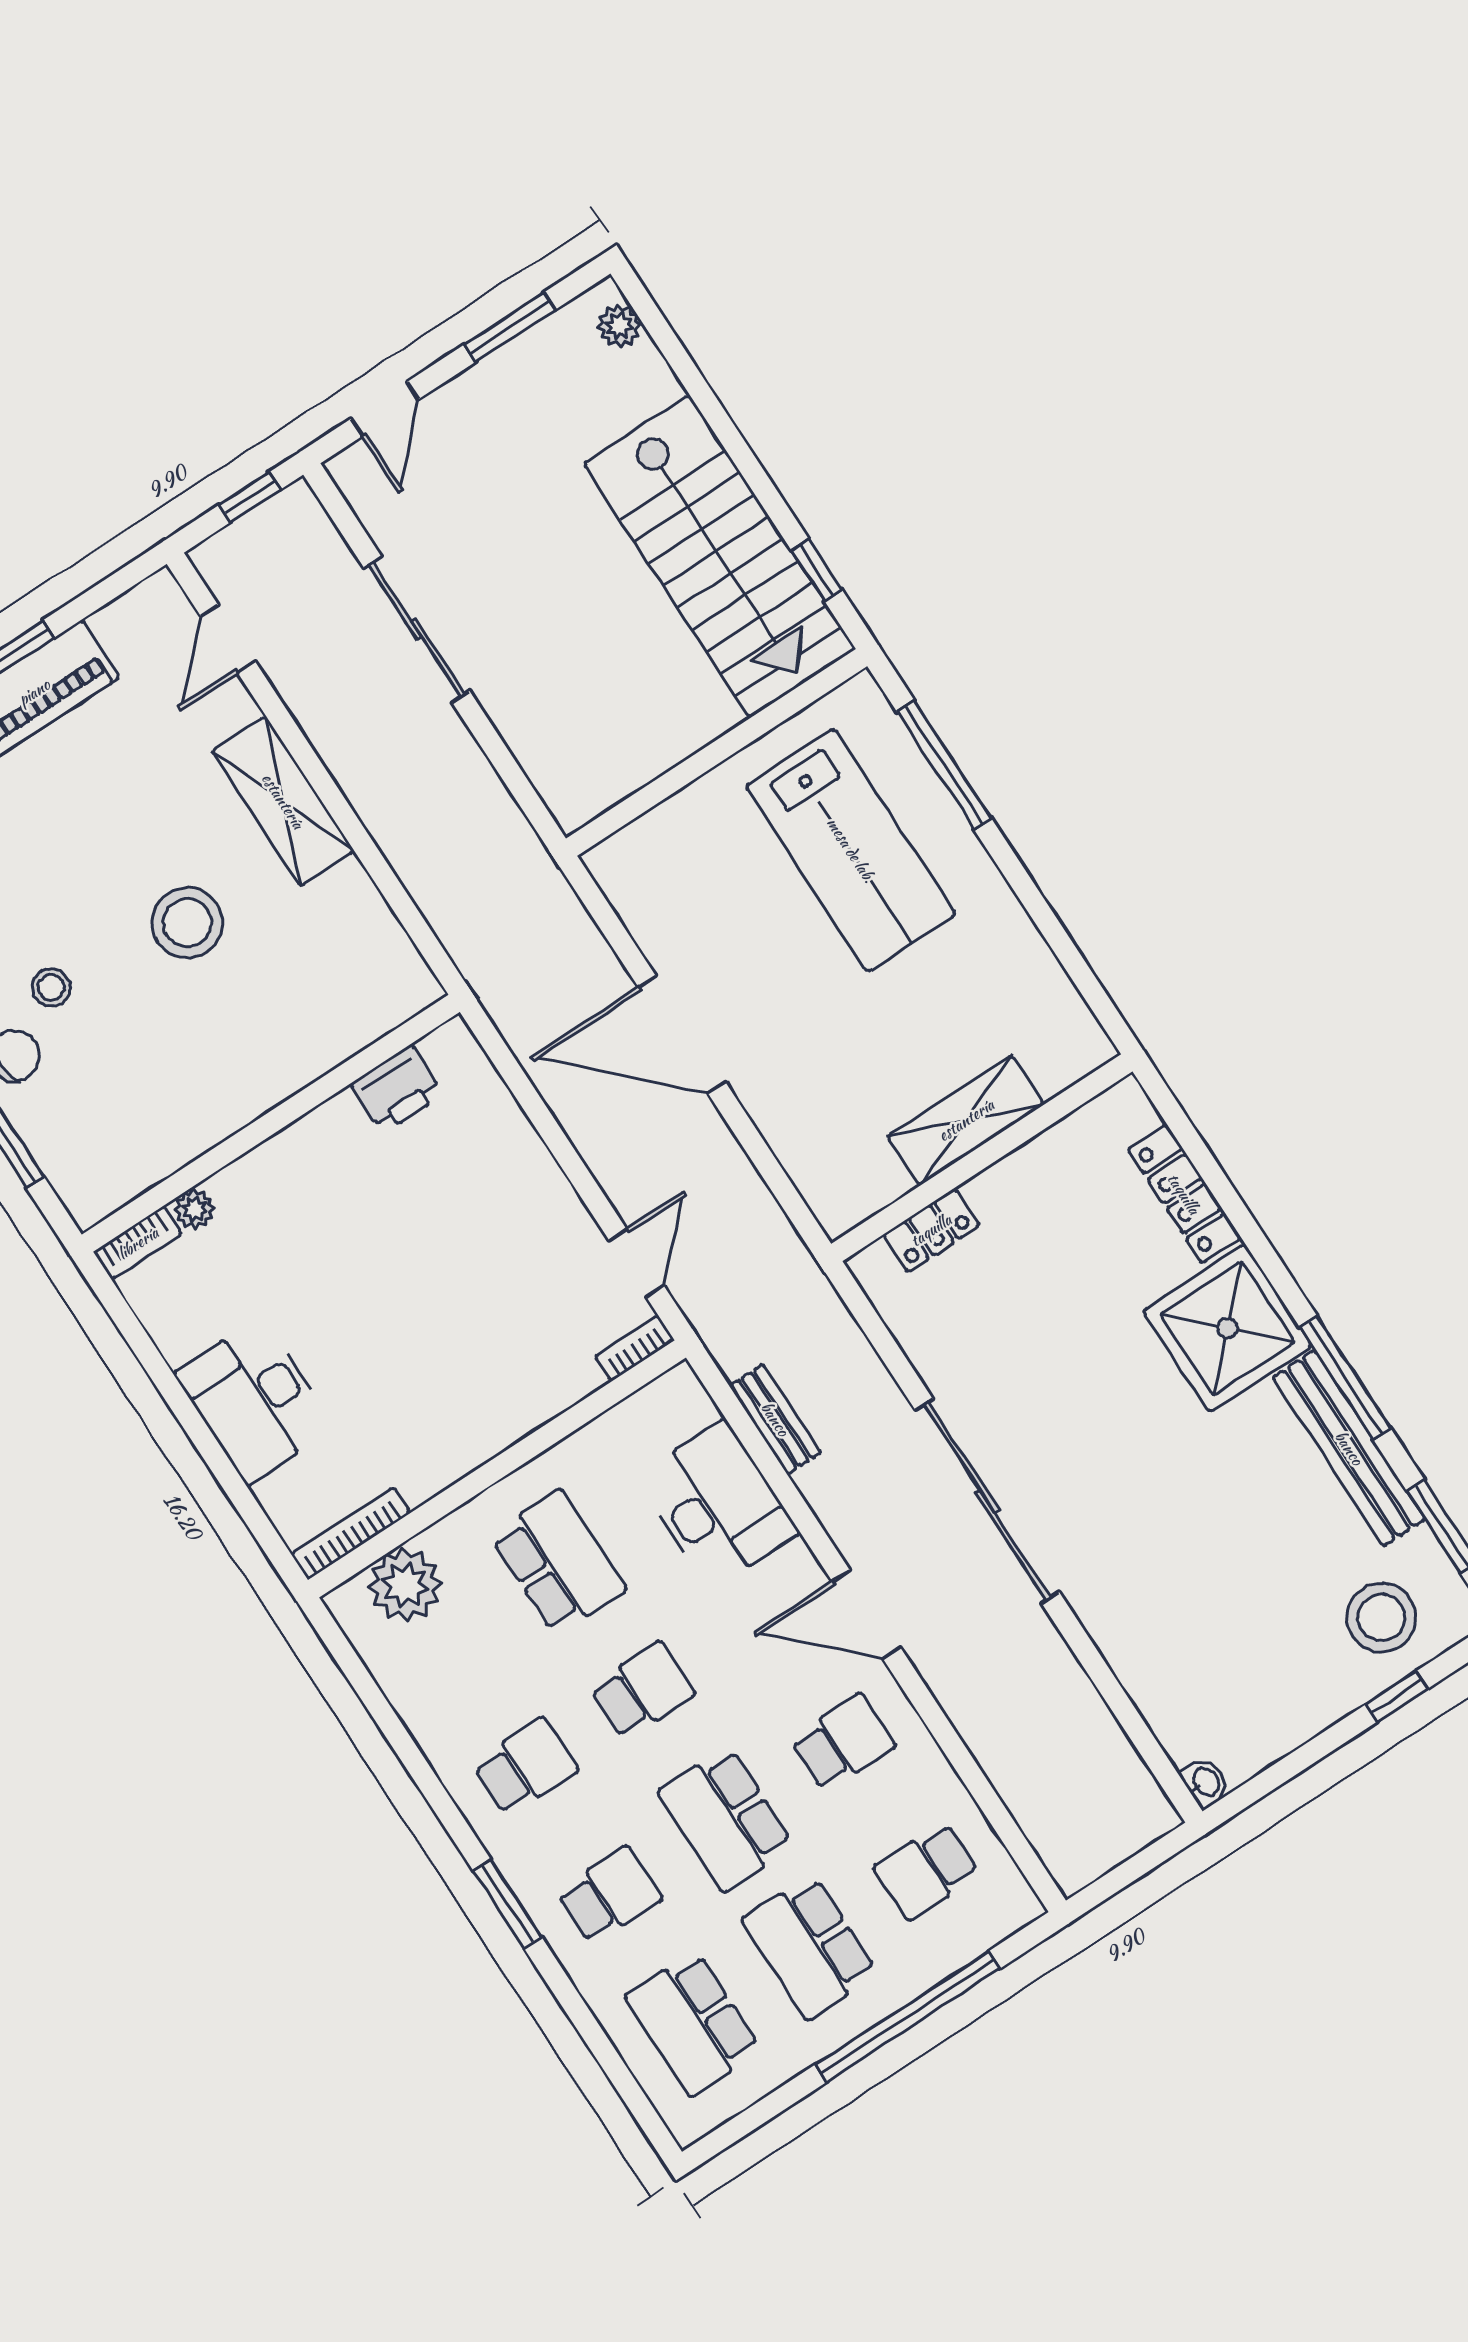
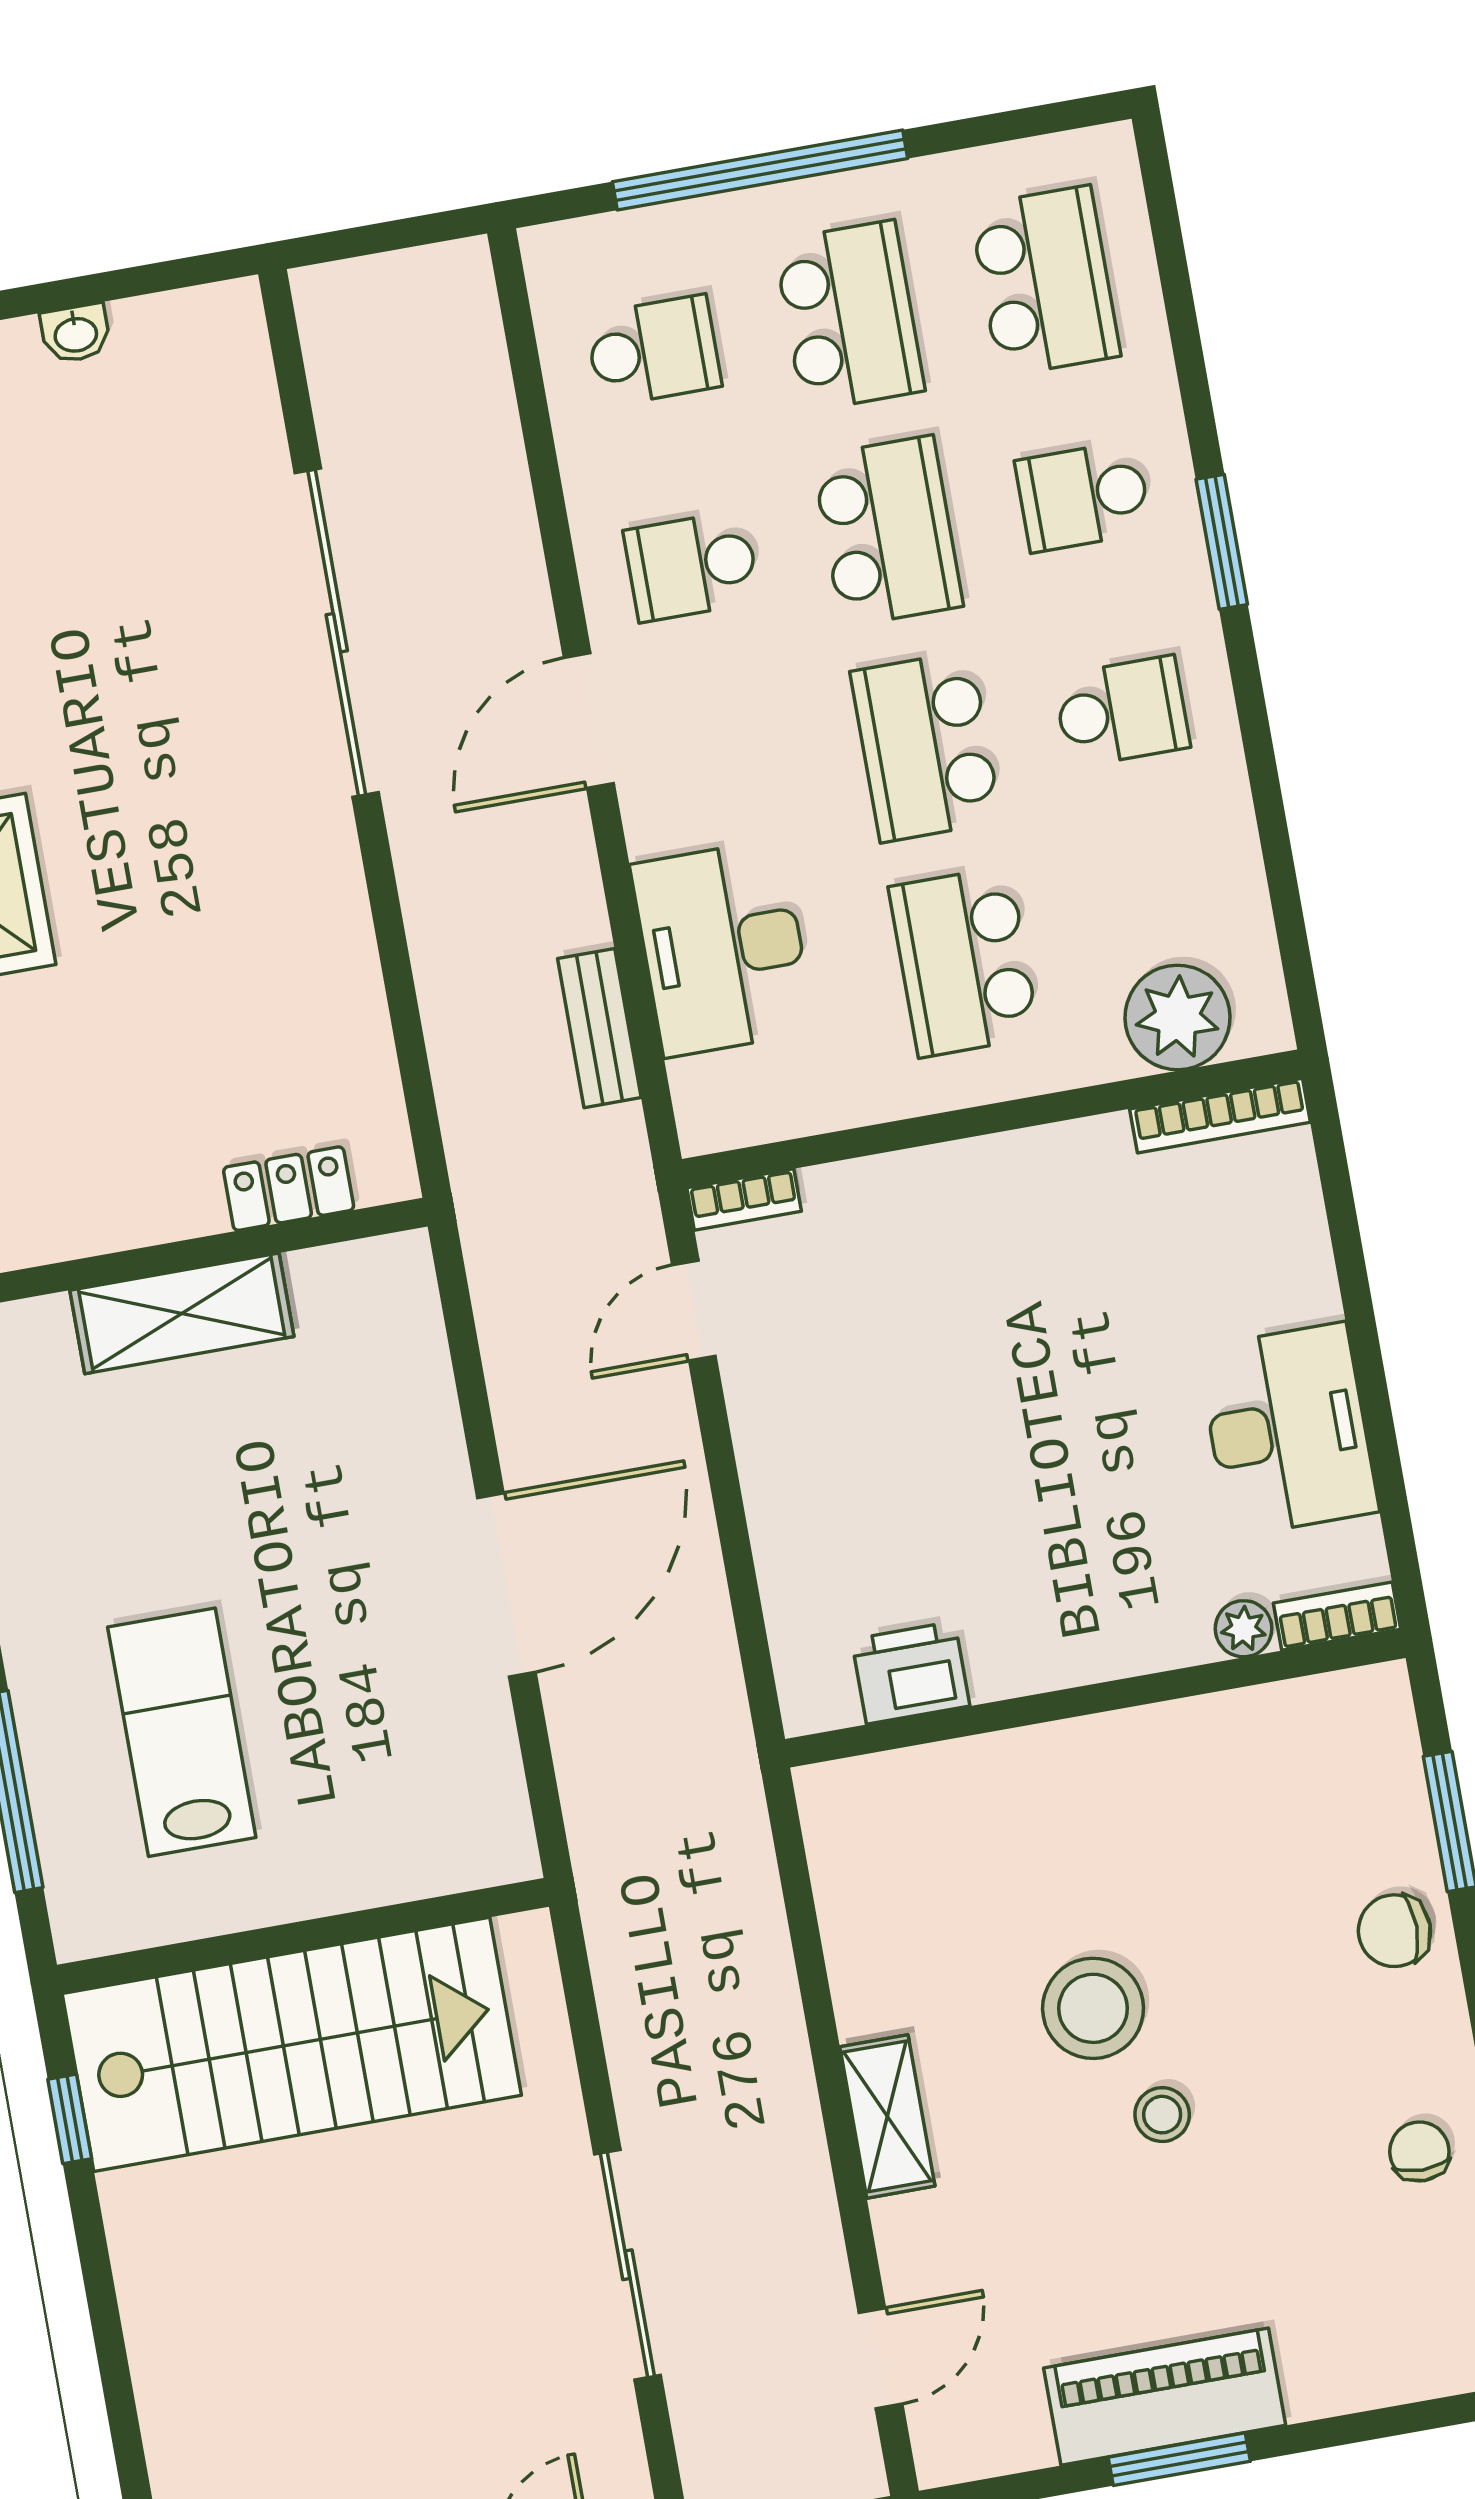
stairs: (720, 556) -> (292, 2044), moved, turned 90
shelving: (283, 801) -> (887, 2116), width x0.67, depth x0.75
lab bench: (851, 850) -> (182, 1732), width x0.73, depth x0.72
stool: (51, 988) -> (1162, 2115), moved
door: (682, 1035) -> (506, 1585), hinge flipped
desk: (254, 1401) -> (1288, 1430), moved
sliding door: (987, 1501) -> (337, 633), moved
door: (866, 1615) -> (589, 721), swing flipped
school desk: (642, 1691) -> (926, 747), width x1.85
school desk: (525, 1767) -> (1122, 712), turned 180
washbasin: (1205, 1782) -> (76, 333), moved, turned -90

